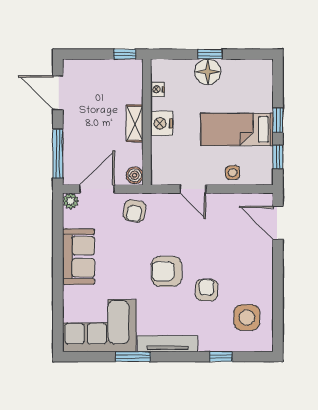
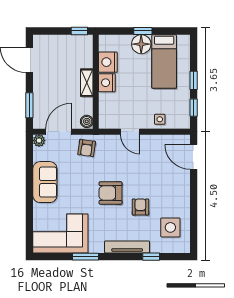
nightstand: (158, 89) -> (108, 62), width x1.89, depth x1.79
bed: (237, 129) -> (164, 62), moved, turned -90
window: (58, 154) -> (29, 105), width x0.69
tv unit: (168, 344) -> (127, 247), moved

